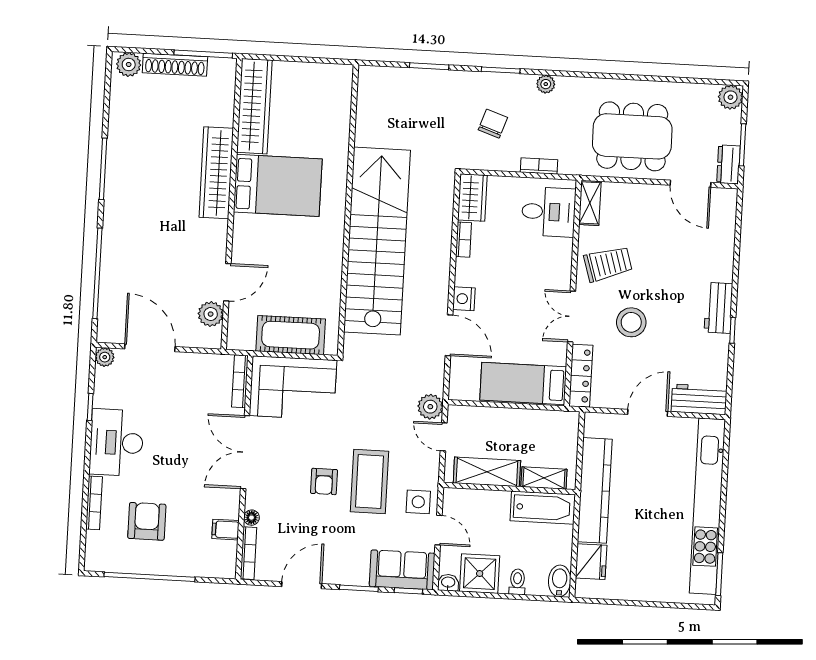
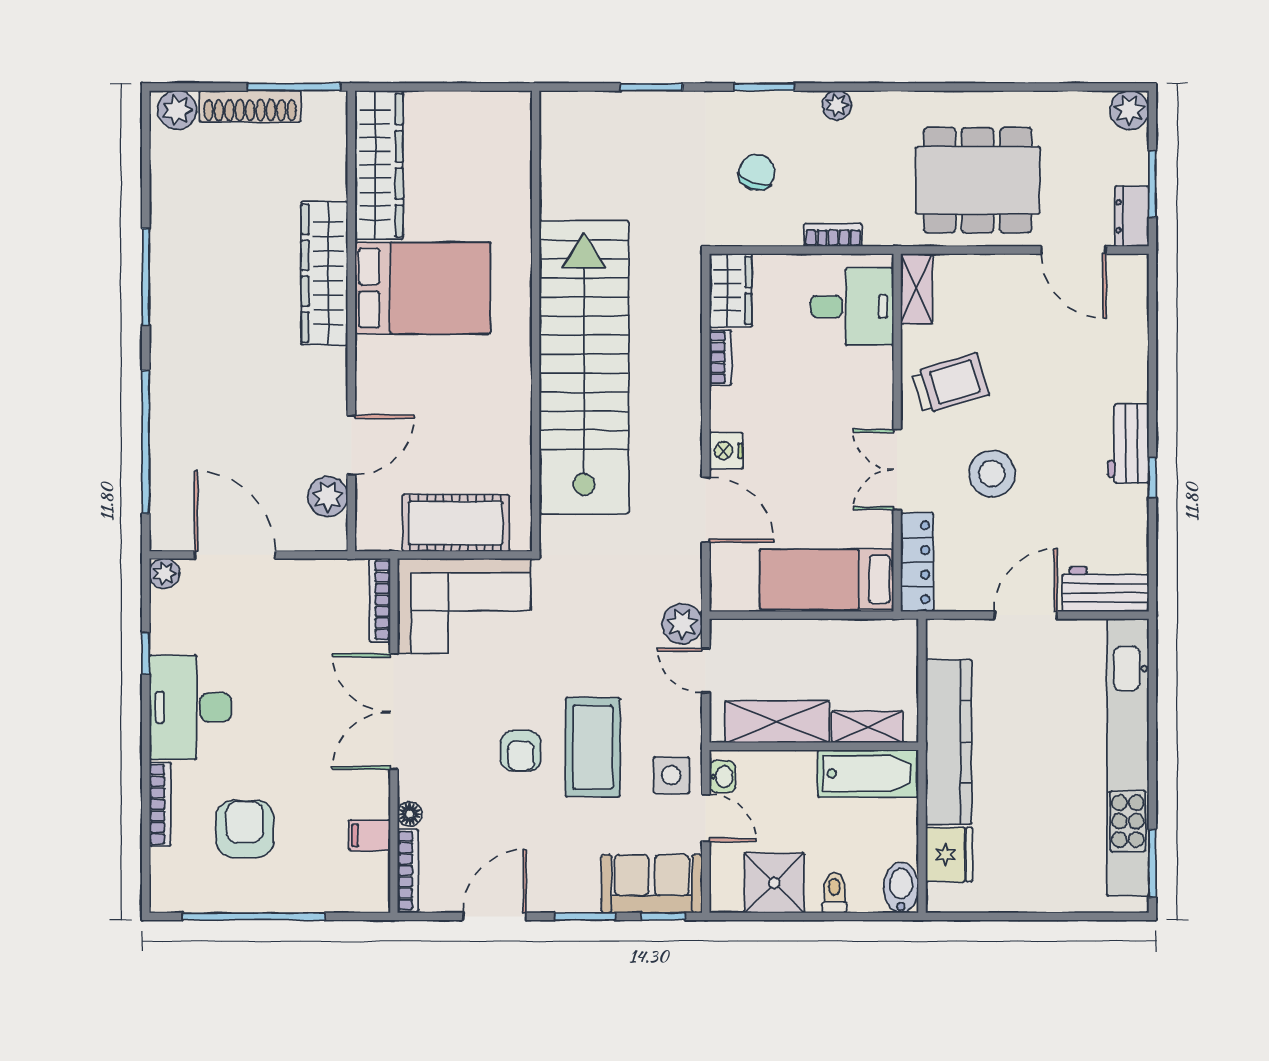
washbasin: (448, 583) -> (722, 777), moved, turned 90

